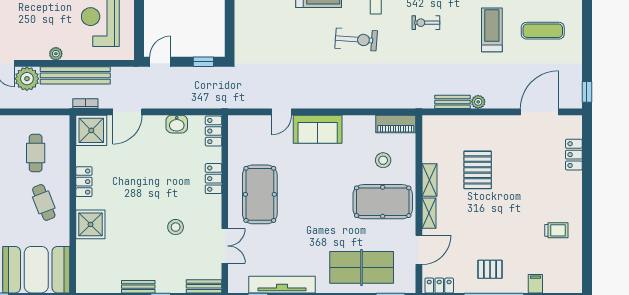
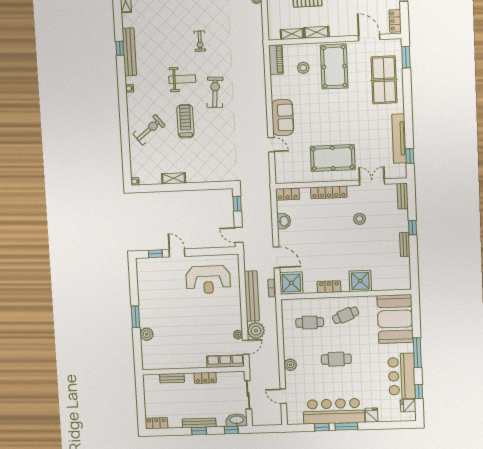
plant: (56, 54) -> (238, 335), moved
bench: (452, 102) -> (258, 18), removed
locker: (213, 179) -> (329, 192), width x1.53
shelving: (429, 213) -> (292, 34), moved

